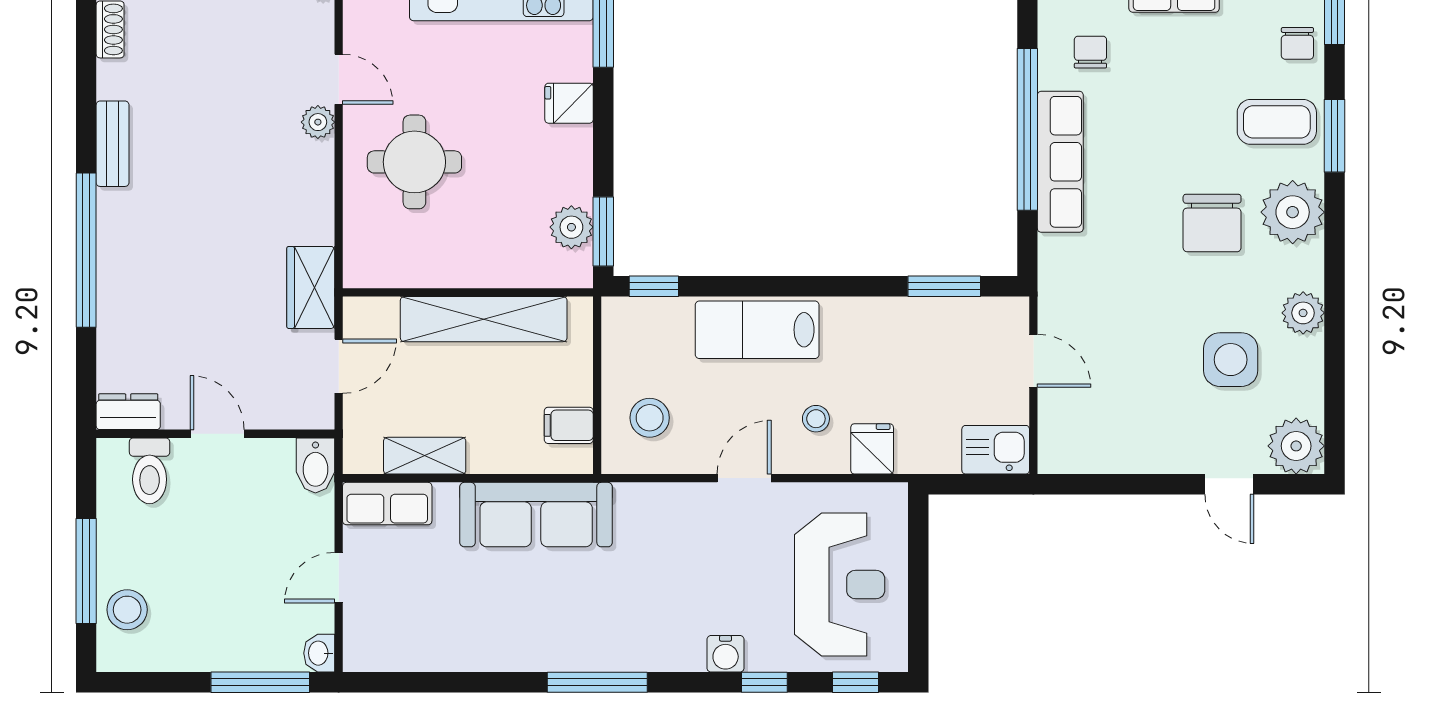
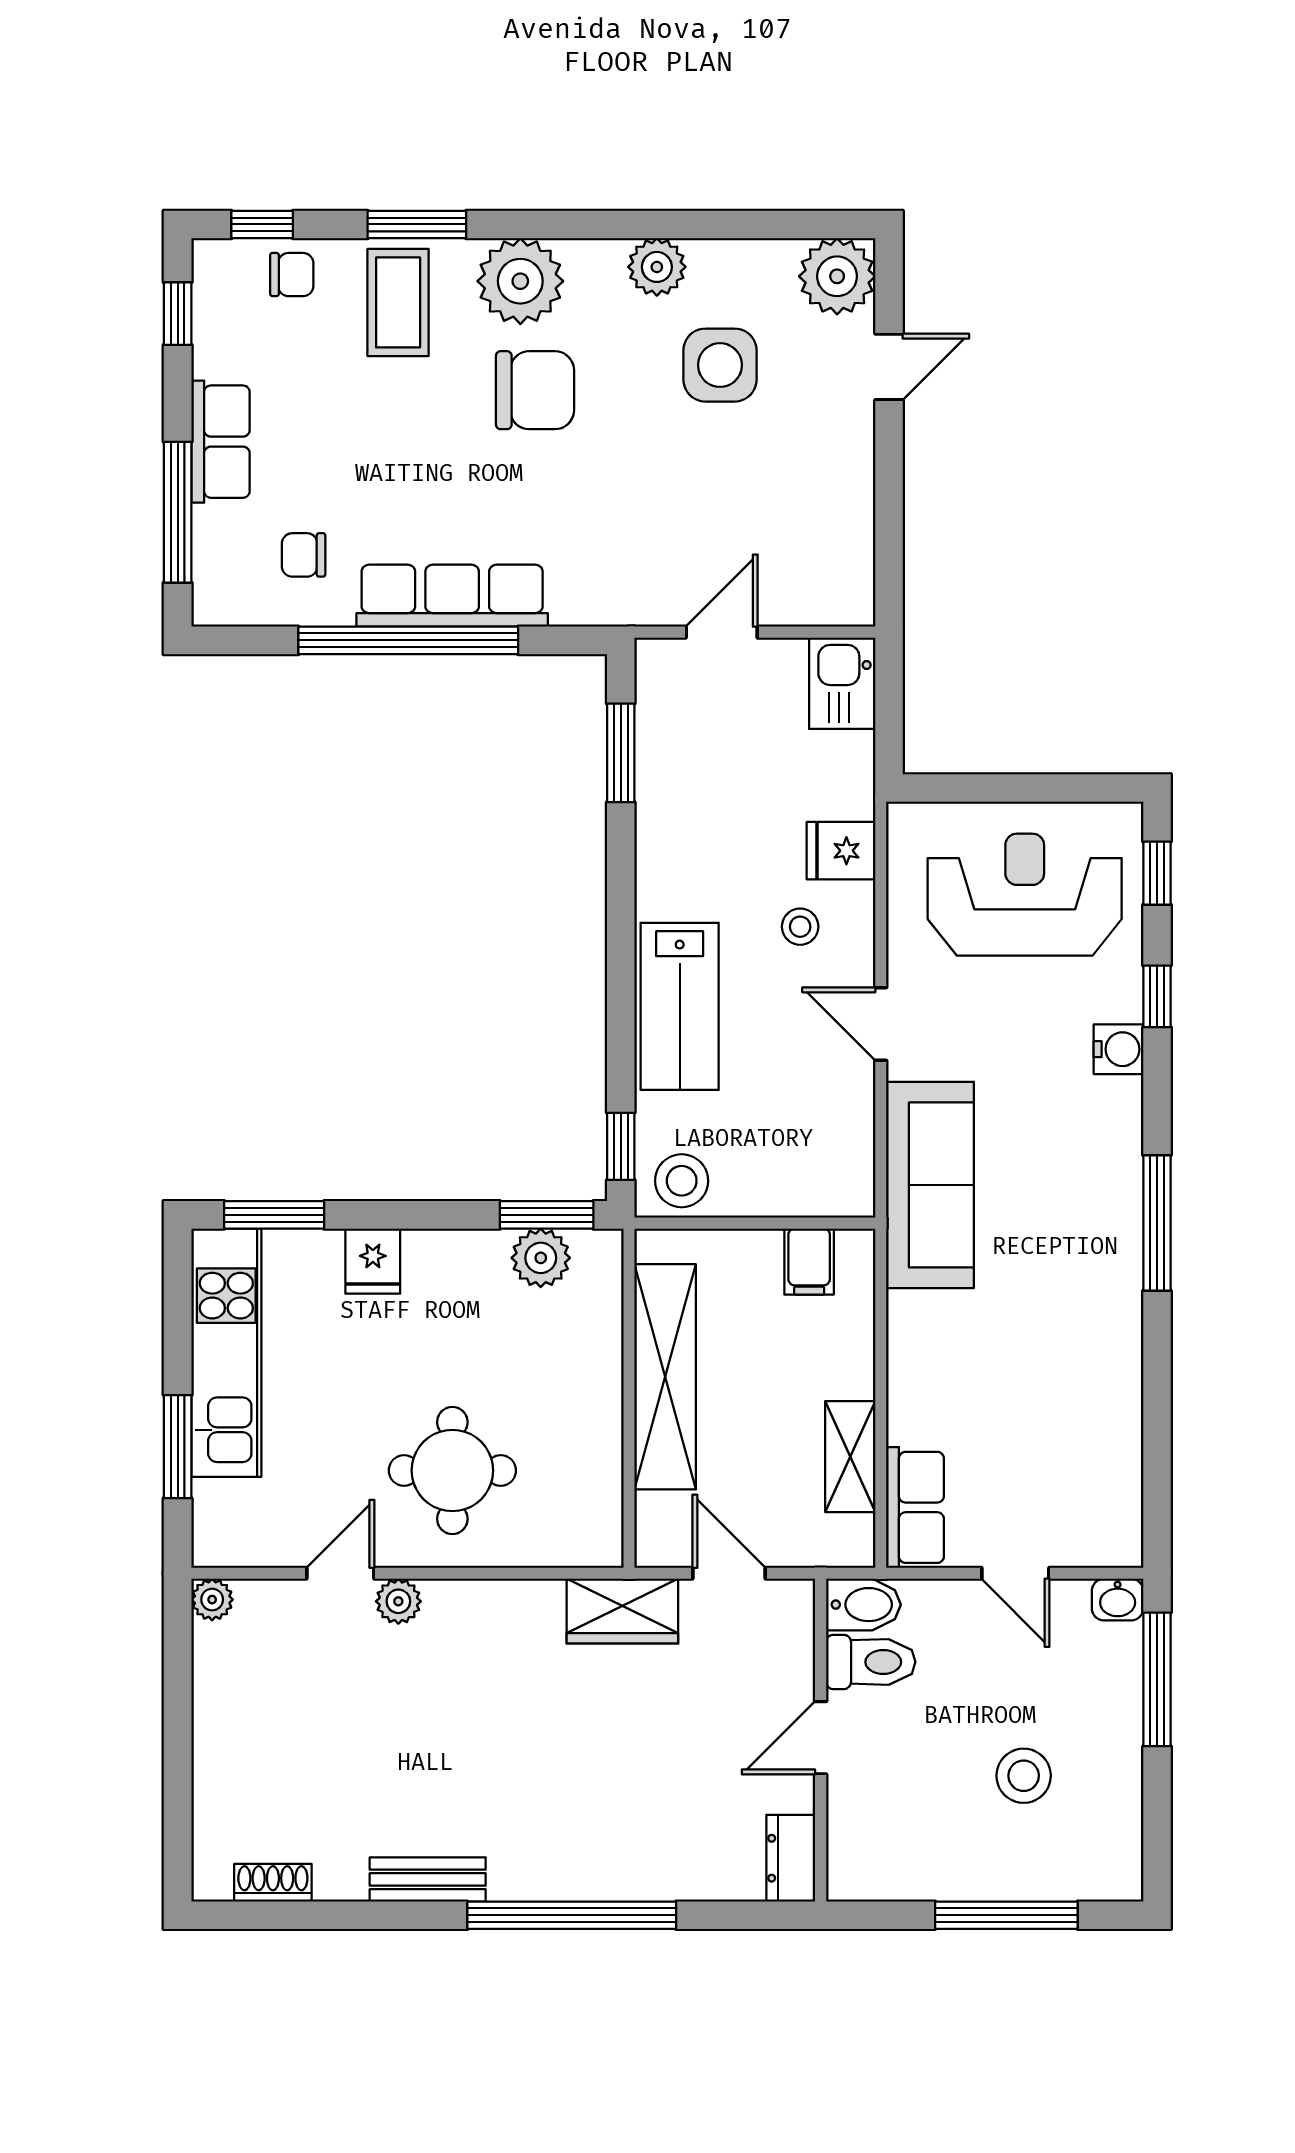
stool: (650, 418) -> (682, 1181), moved
toilet: (150, 471) -> (871, 1662), moved
sofa: (536, 515) -> (930, 1185), moved
stool: (127, 610) -> (1024, 1776), moved

